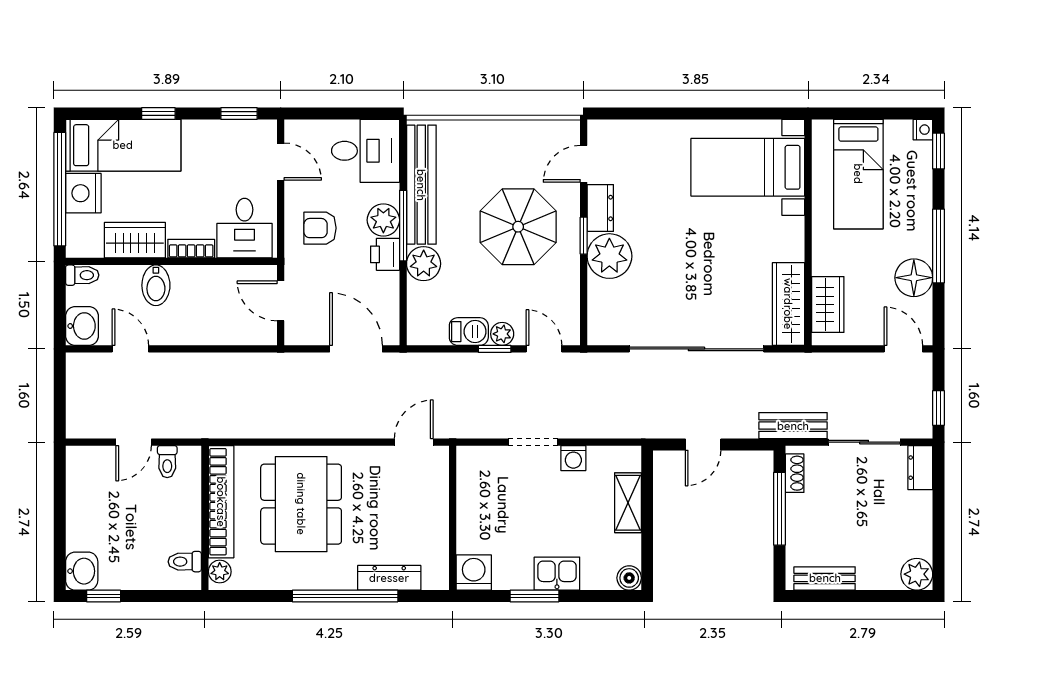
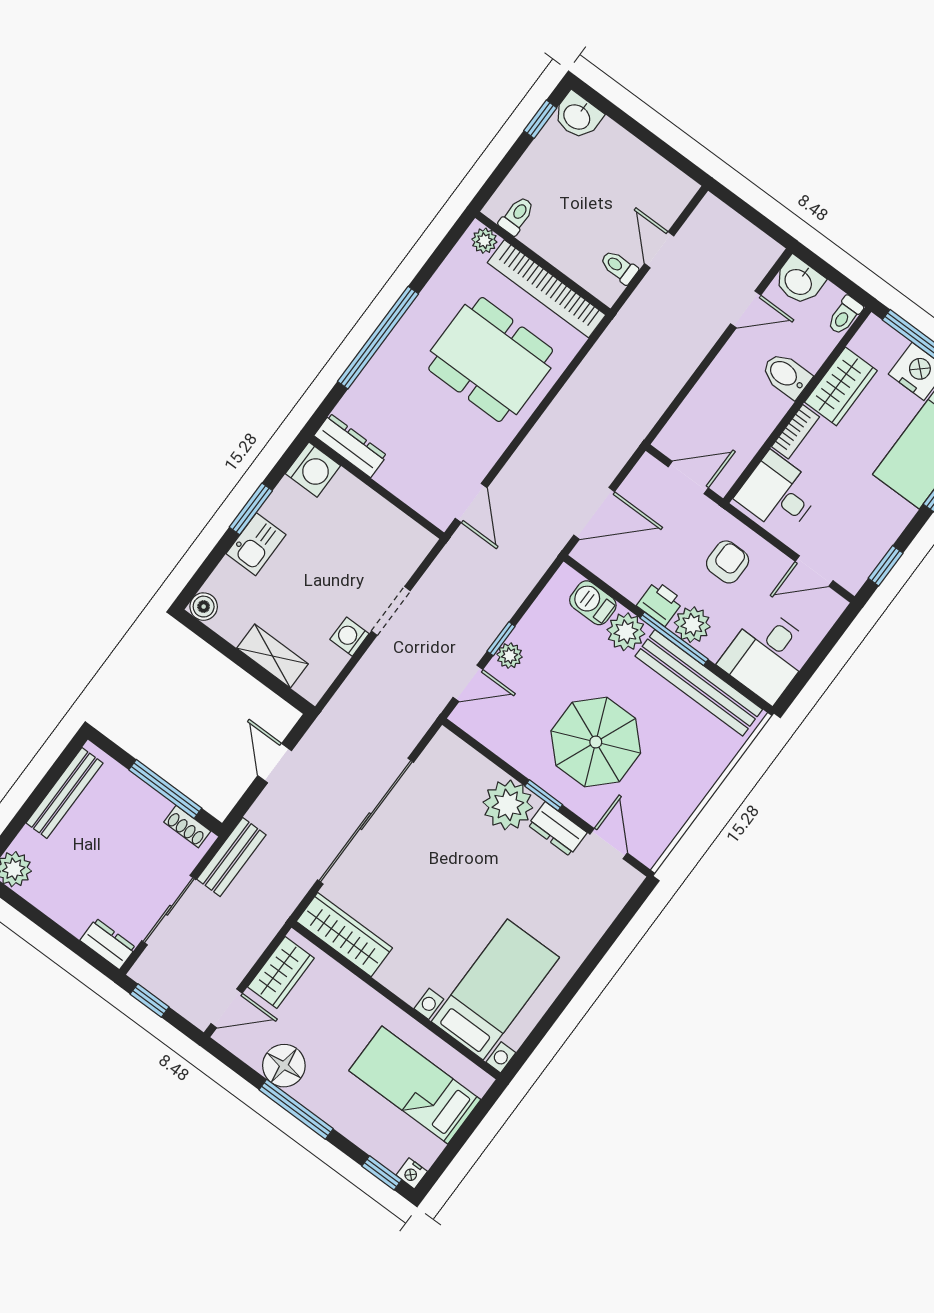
wardrobe: (828, 304) -> (281, 972), moved, turned -90
barbecue: (469, 332) -> (593, 603), moved, turned 90
dresser: (389, 578) -> (350, 446), moved, turned -90
bench: (825, 578) -> (64, 793), width x1.36

